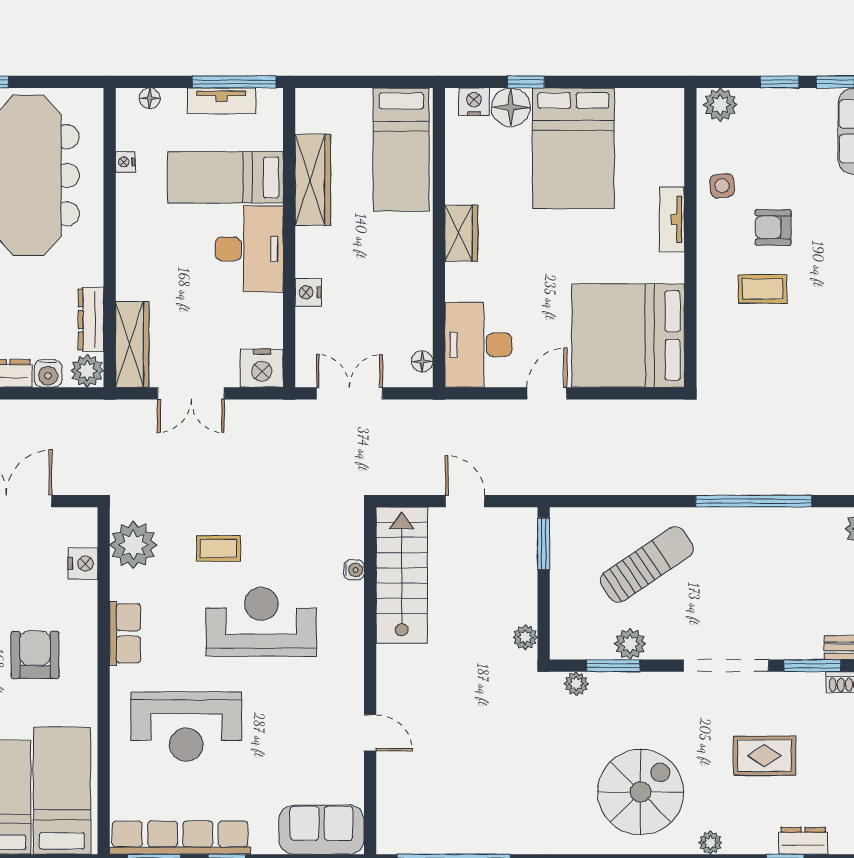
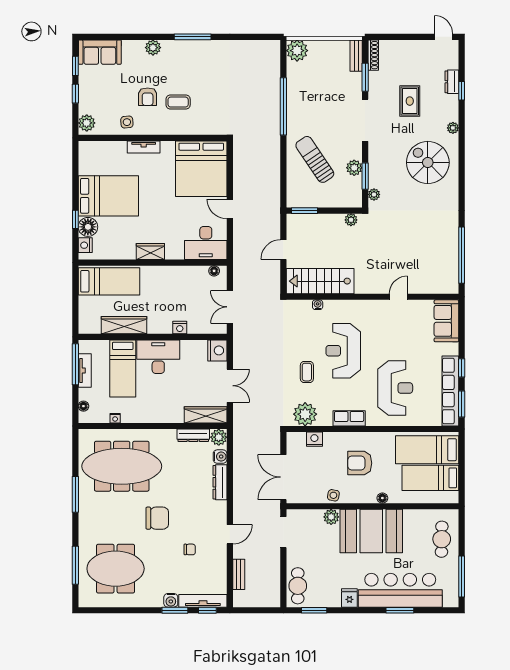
coffee table: (762, 289) -> (178, 102), turned 90

